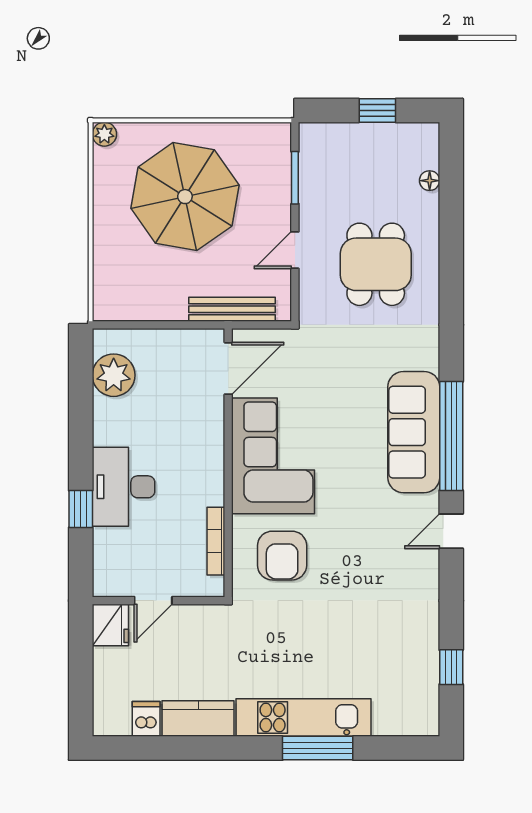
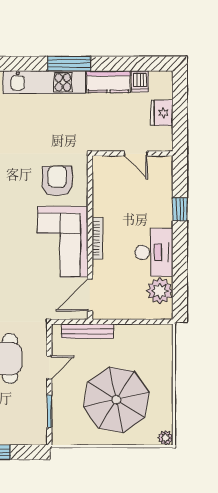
desk: (123, 487) -> (154, 252), moved
bookcase: (216, 541) -> (97, 238), moved
door: (153, 601) -> (136, 154), swing flipped
fridge: (110, 625) -> (162, 113), moved
window: (318, 748) -> (69, 64), moved

